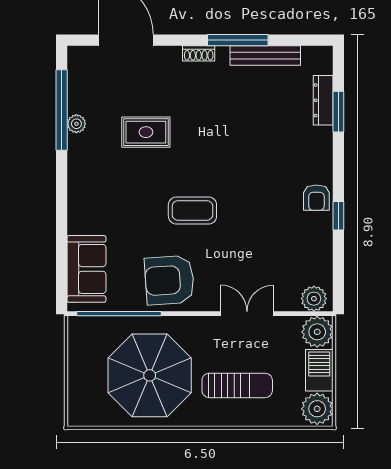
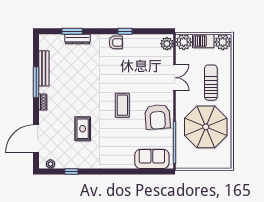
dresser: (323, 100) -> (78, 39), moved
window: (62, 110) -> (71, 171), width x0.32
plant: (76, 124) -> (50, 164), moved
double door: (247, 314) -> (175, 78), swing flipped

